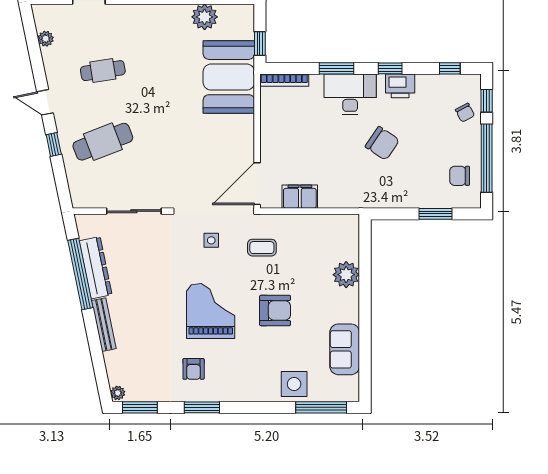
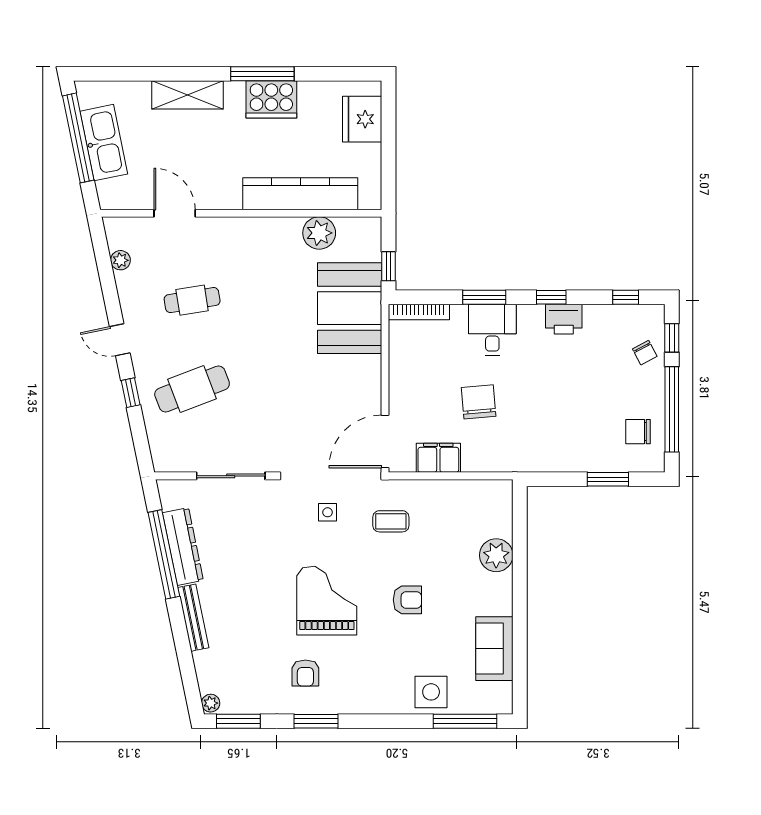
desk: (350, 94) -> (492, 330), width x0.73
chair: (382, 143) -> (479, 402), moved, turned -129
armchair: (275, 310) -> (407, 600), width x0.72, depth x0.72

